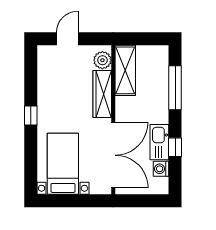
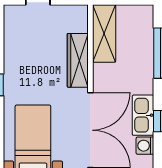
plant: (102, 60) -> (78, 22), removed

